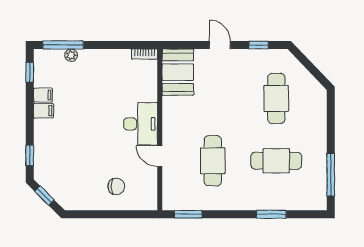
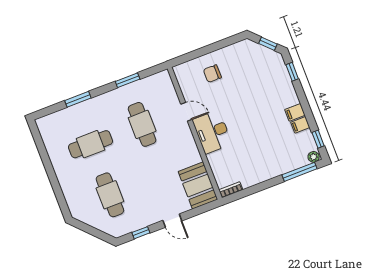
plant: (71, 55) -> (314, 157), moved
window: (331, 175) -> (42, 150), removed
window: (188, 214) -> (128, 80), moved

